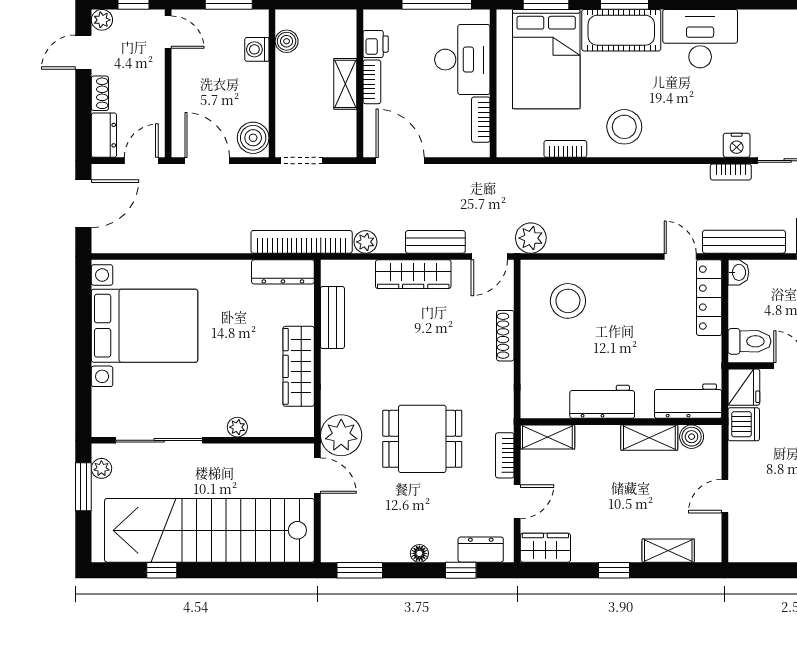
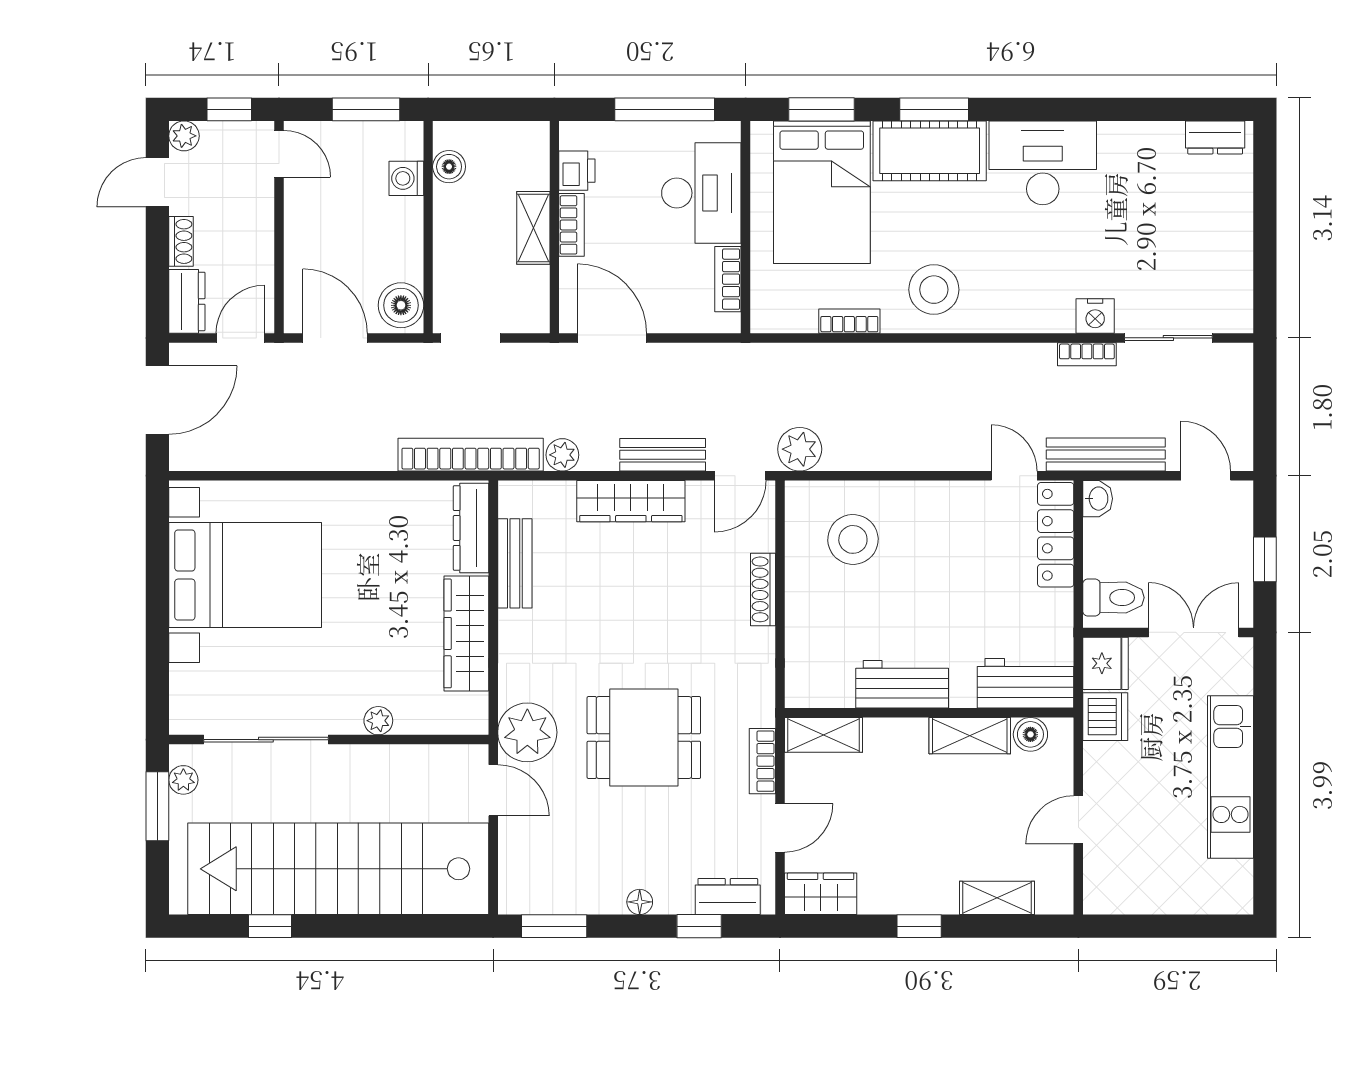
dresser: (283, 272) -> (471, 528), moved, turned 90

